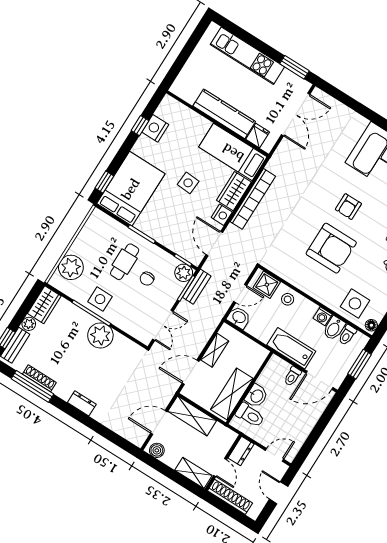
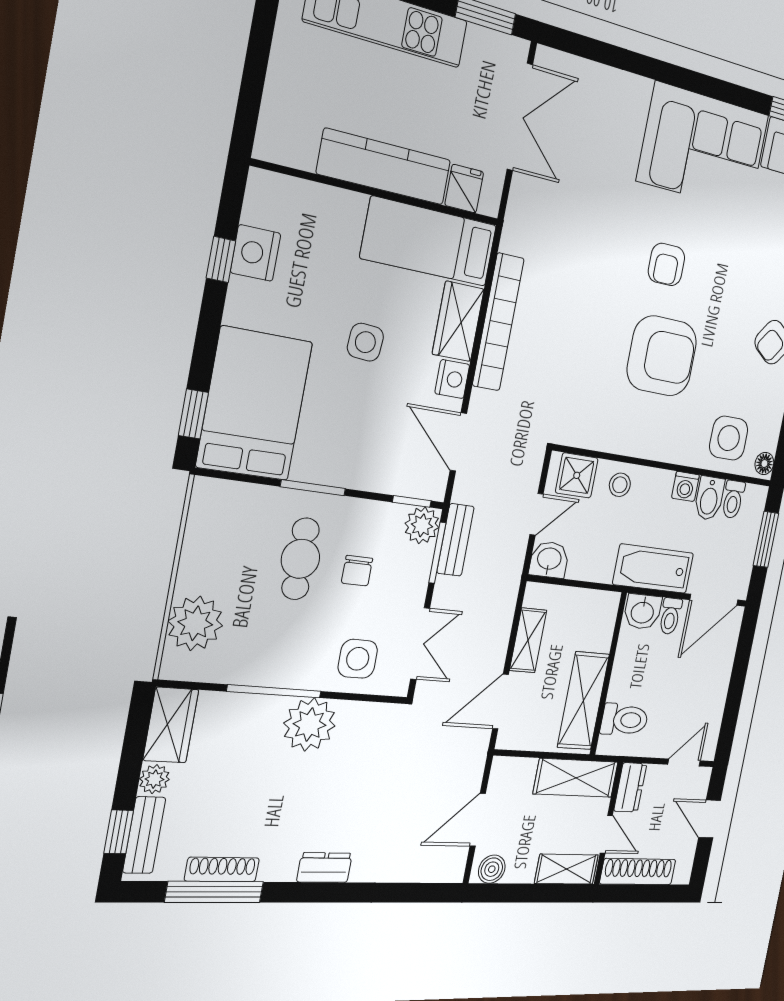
side table: (100, 299) -> (358, 659), moved
washbasin: (256, 396) -> (643, 612), moved, turned 90
shelving: (192, 416) -> (576, 778), moved

